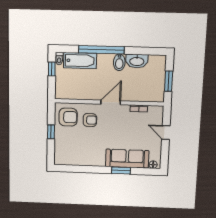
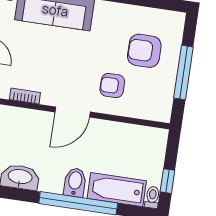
bidet: (119, 62) -> (75, 182), moved
armchair: (68, 117) -> (144, 51), moved
window: (51, 132) -> (183, 72), width x2.17

